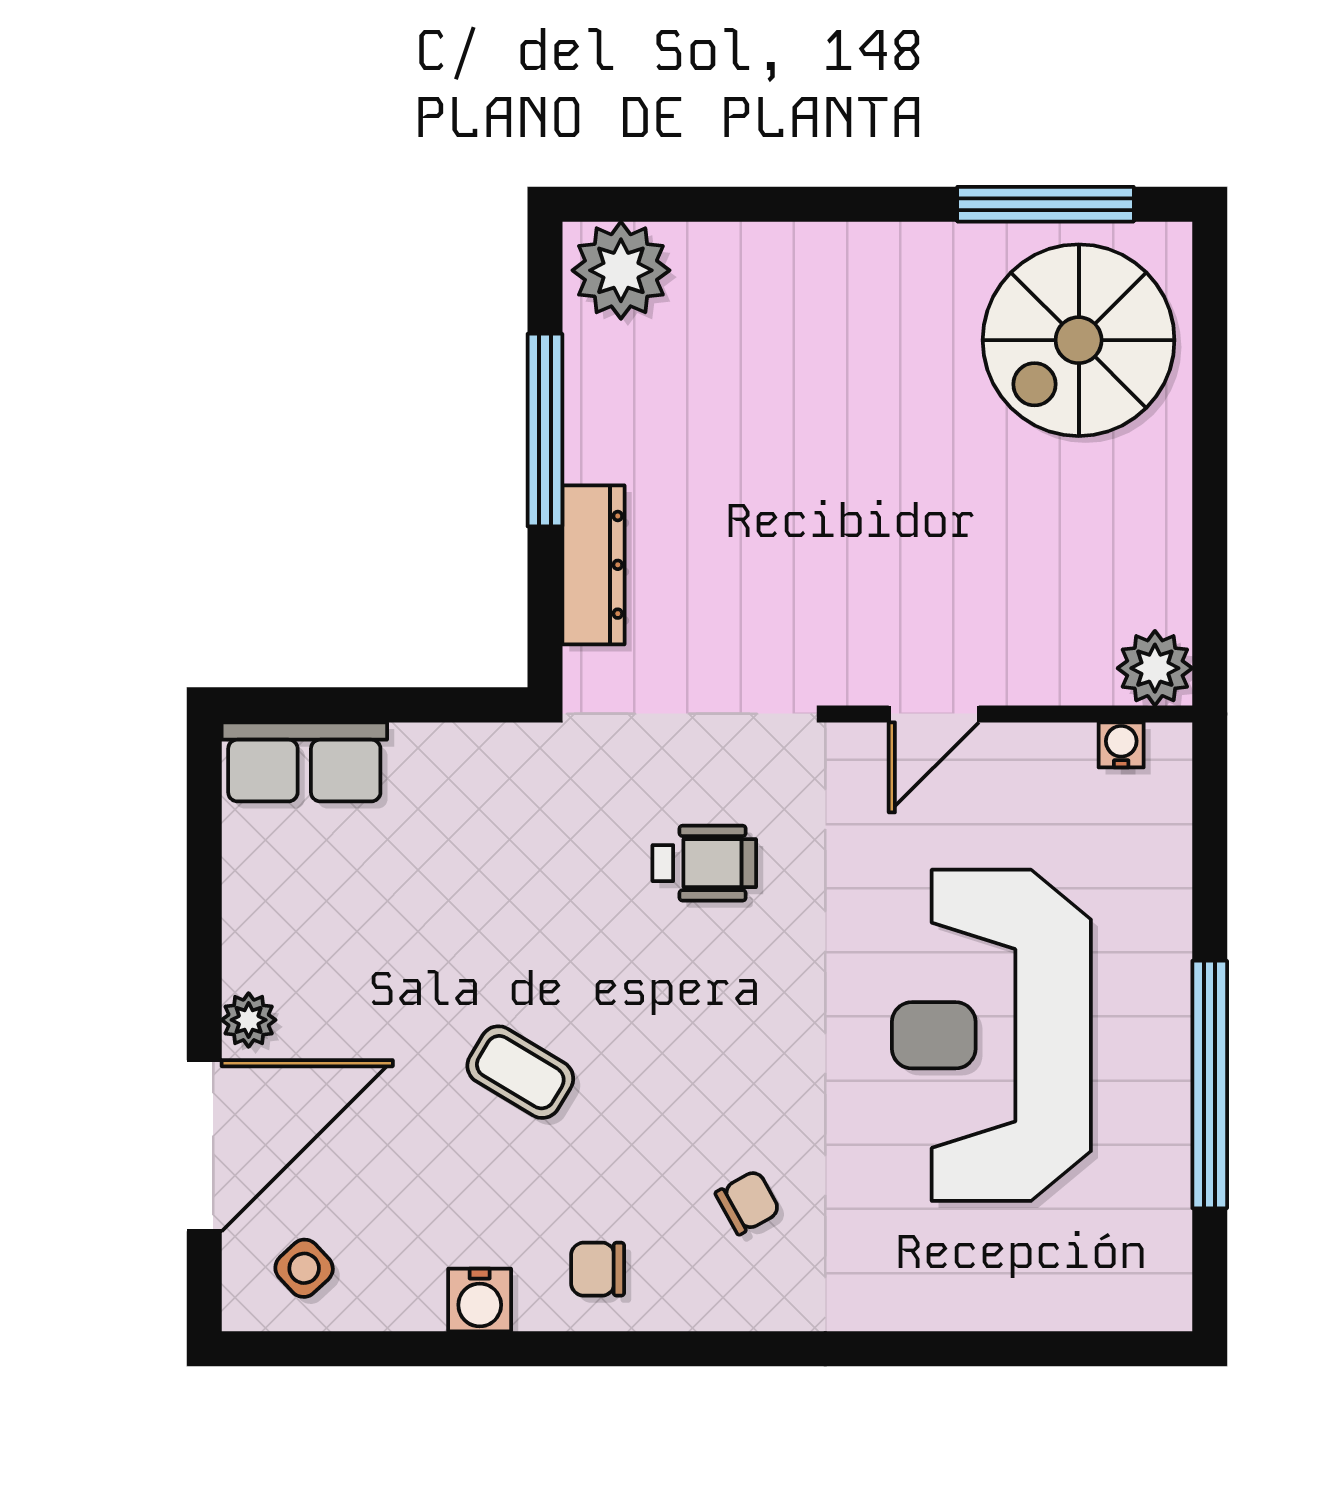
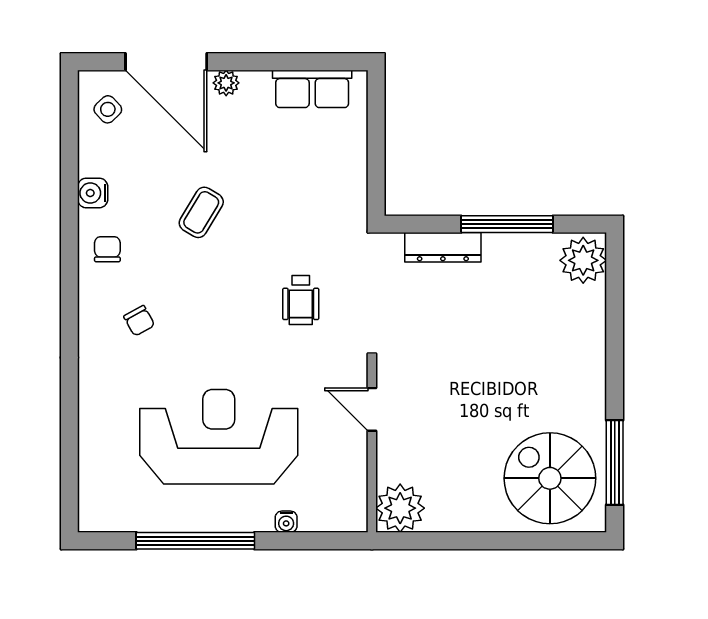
plant: (1155, 668) -> (400, 508), width x1.36, depth x1.36
water cooler: (1121, 745) -> (286, 522), moved, turned 90
row of seats: (304, 762) -> (312, 89), moved, turned -90

